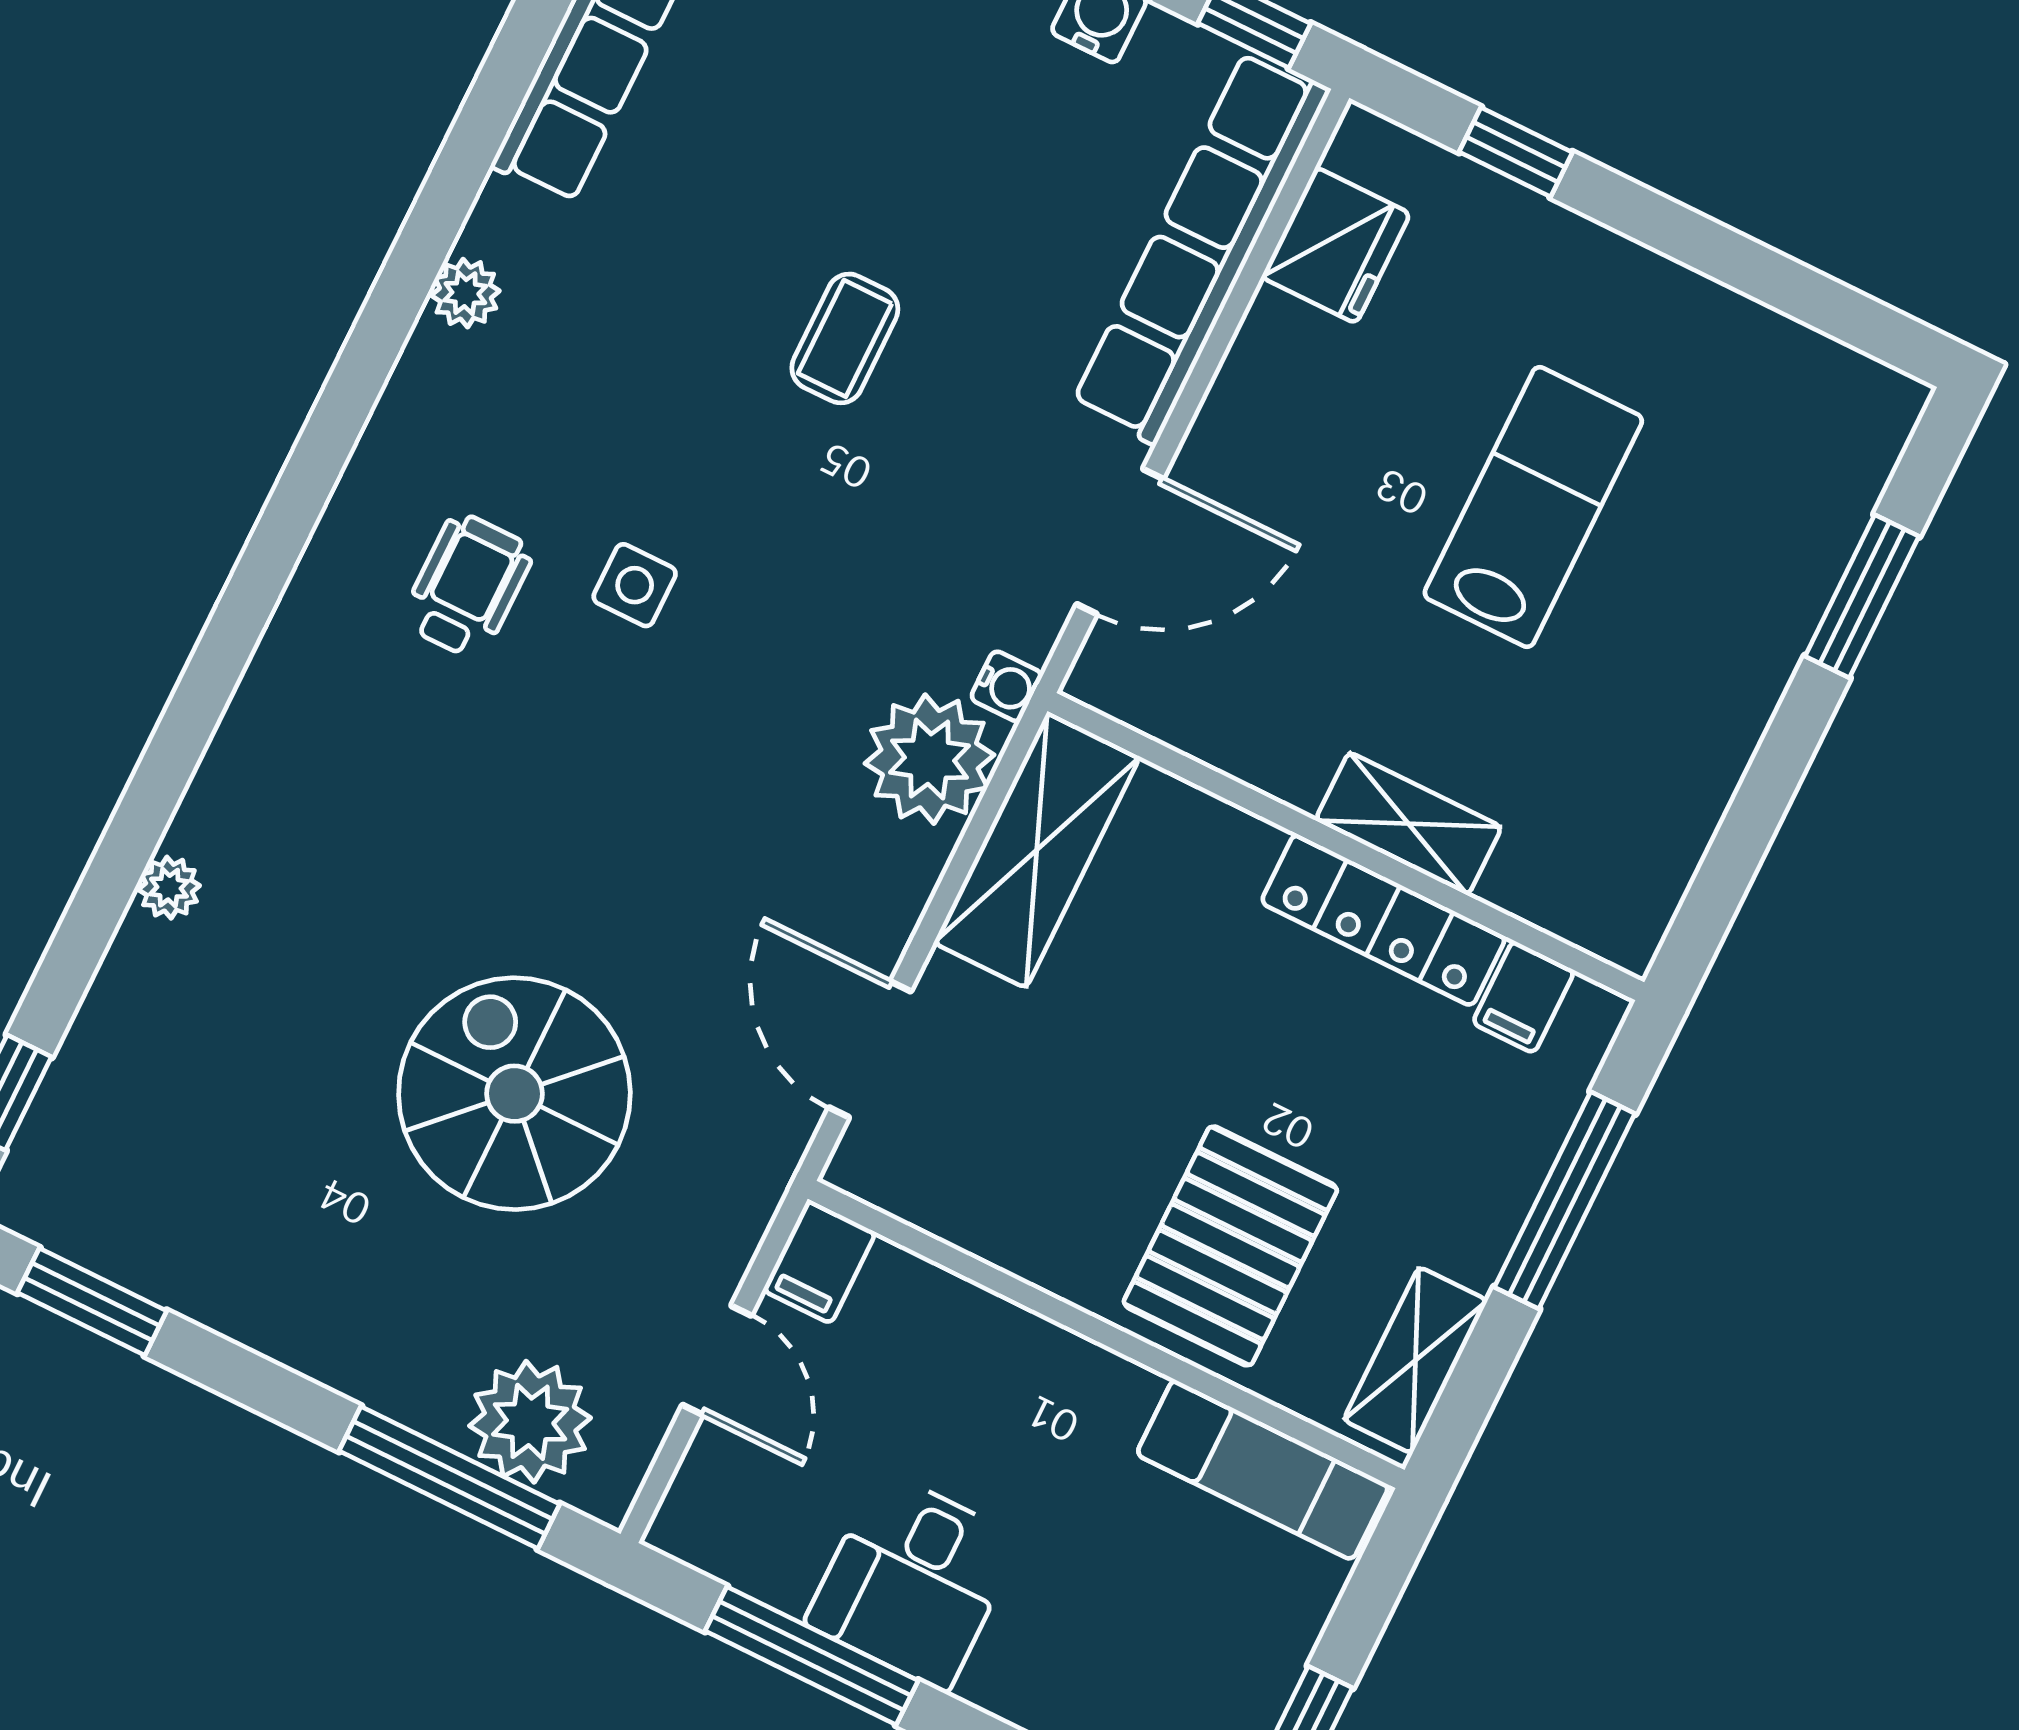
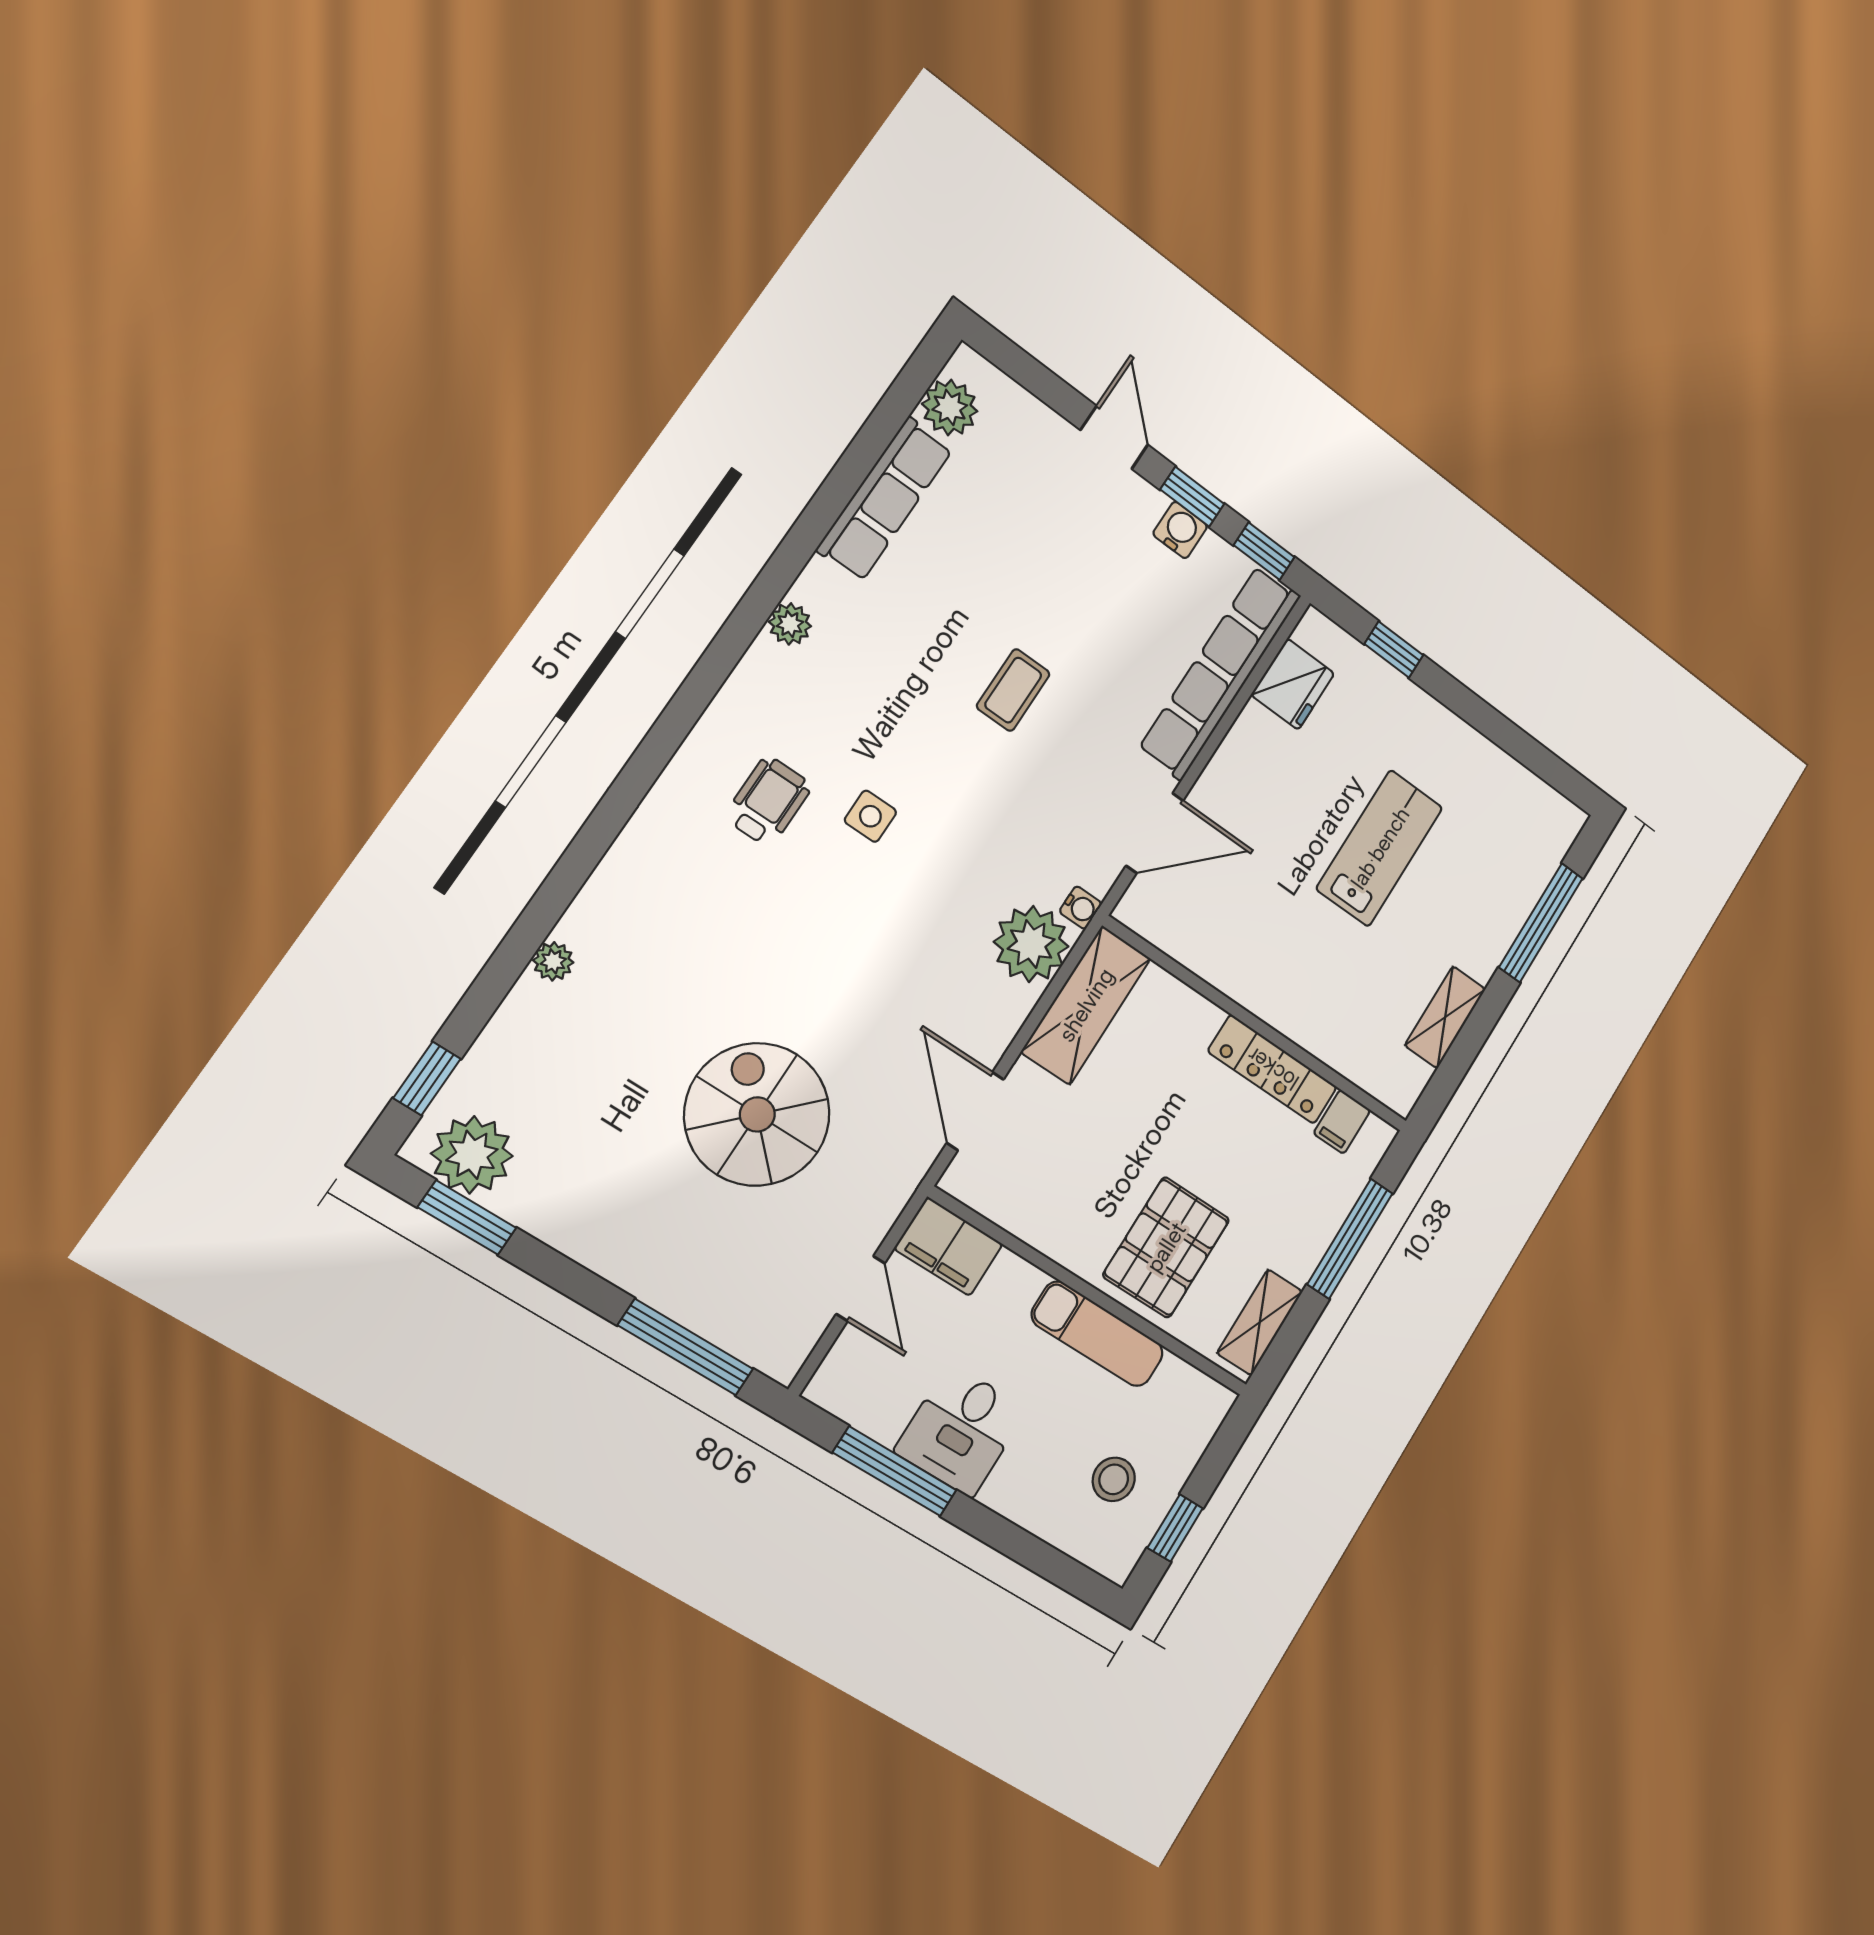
window: (1862, 596) -> (1541, 923), width x1.44
shelving: (1408, 824) -> (1445, 1017), moved, turned 90
filing cabinet: (819, 1261) -> (949, 1247), width x2.00
plant: (530, 1422) -> (472, 1155), moved
exam couch: (1263, 1470) -> (1097, 1334), moved
stool: (1187, 1647) -> (1114, 1479), added

